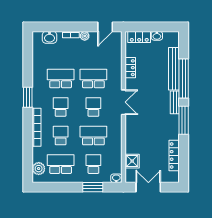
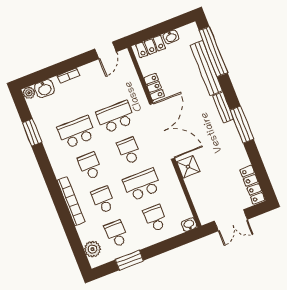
plant: (85, 36) -> (29, 93), moved
window: (184, 78) -> (213, 52), moved
window: (28, 97) -> (32, 133), moved
double door: (123, 102) -> (162, 131), width x1.87
locker: (174, 155) -> (252, 185), moved
shower: (132, 161) -> (188, 167), moved
school desk: (61, 164) -> (116, 234), width x0.54
window: (93, 187) -> (129, 260), moved
double door: (148, 187) -> (231, 220), swing flipped

